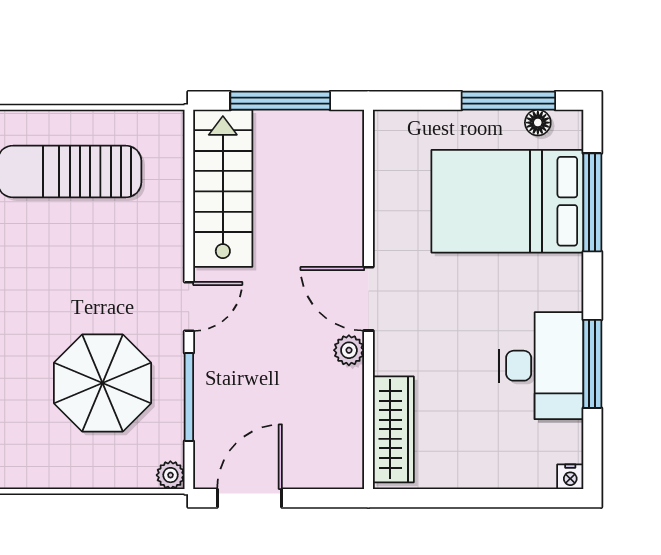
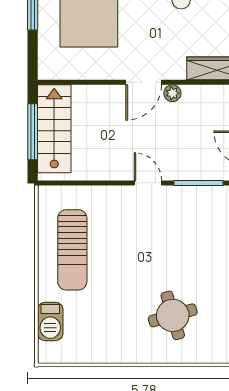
stairs: (223, 188) -> (54, 129), moved, turned 90
parasol: (102, 383) -> (191, 231), removed

